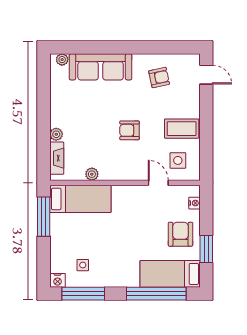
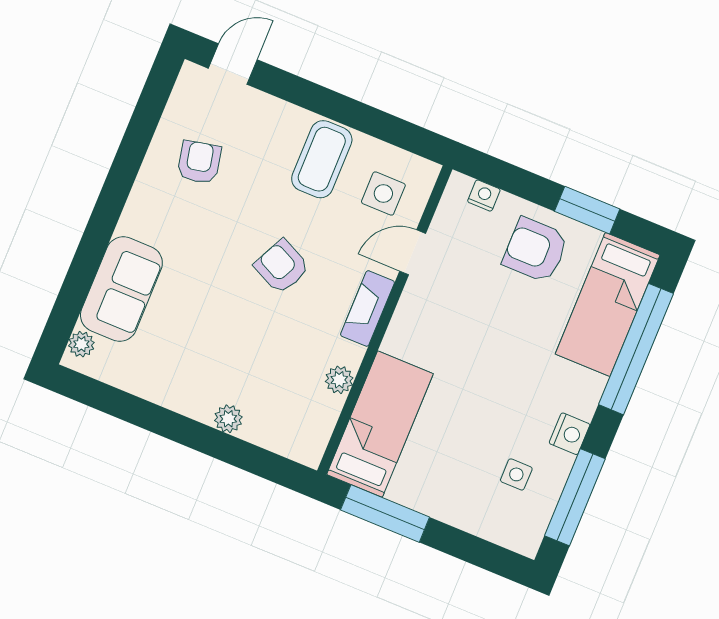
sofa: (101, 67) -> (121, 289), width x0.73
armchair: (130, 130) -> (282, 267), turned 116
fireplace: (57, 158) -> (367, 308), moved, turned -90
nightstand: (58, 280) -> (570, 434), moved

